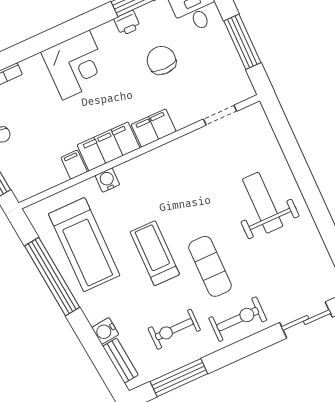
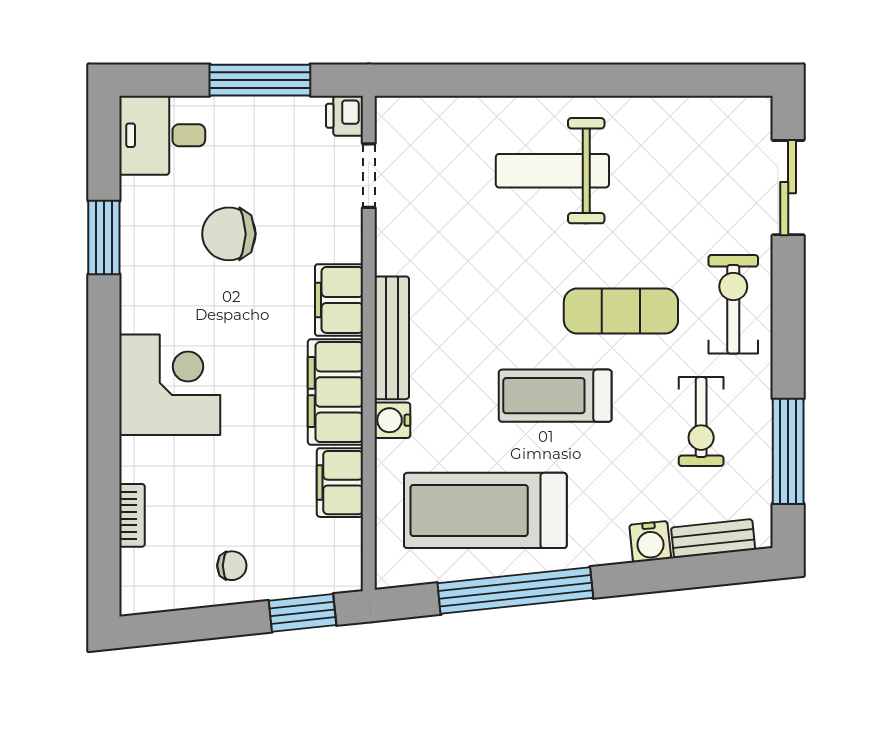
printer: (127, 23) -> (345, 116), moved, turned 180
bench: (147, 162) -> (392, 338), added
filing cabinet: (74, 165) -> (340, 483), width x2.00
treadmill: (84, 245) -> (485, 510), turned 180

